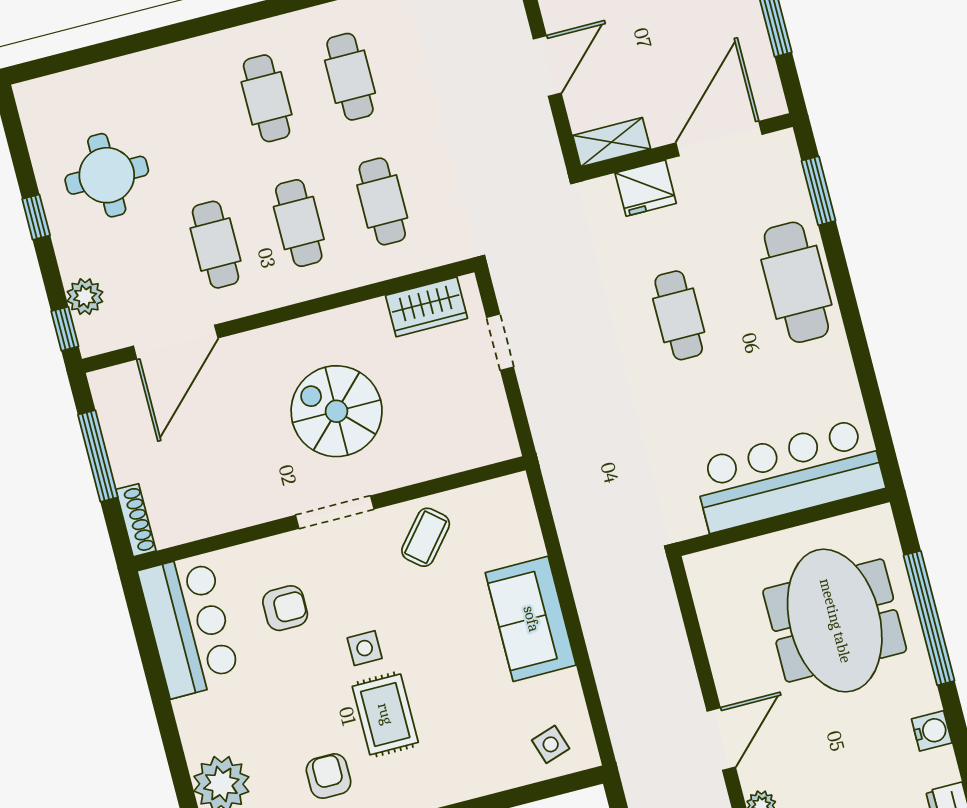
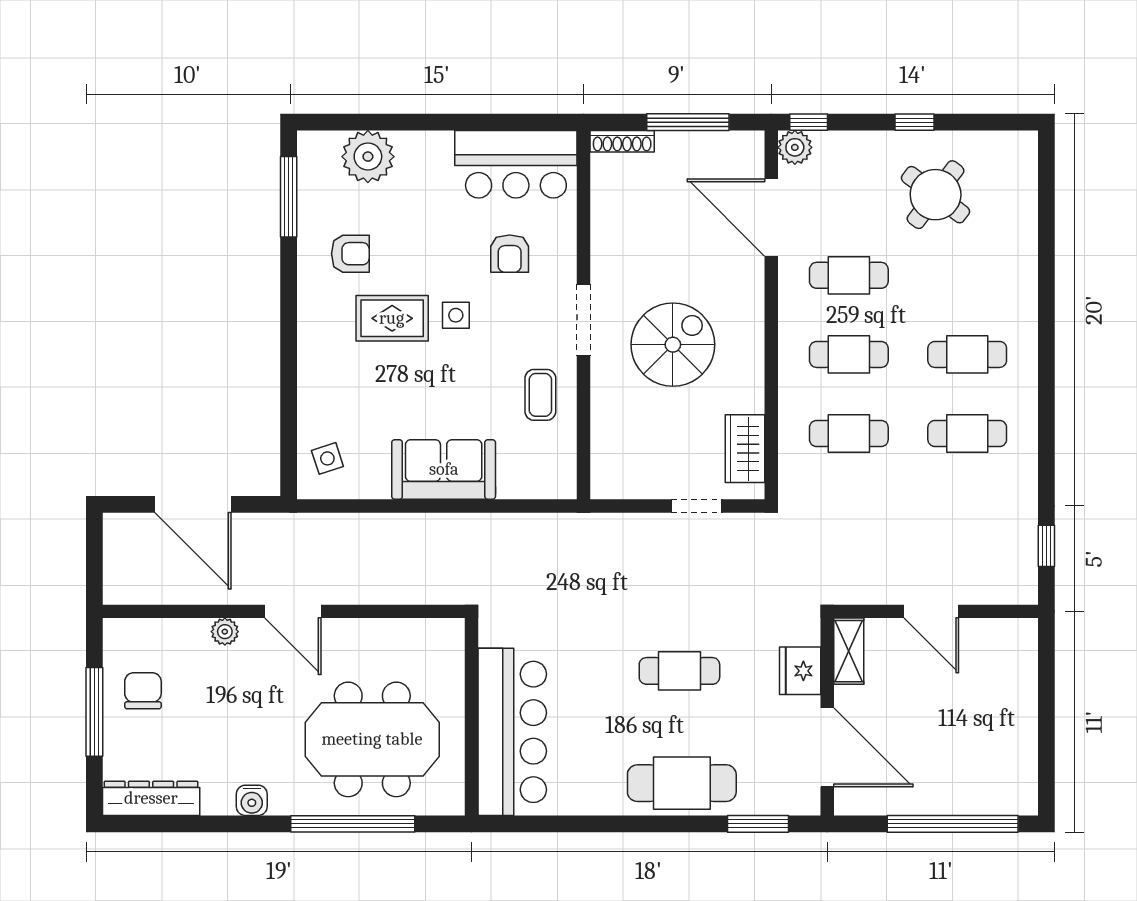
round table: (107, 175) -> (936, 195), turned 37
plant: (85, 297) -> (795, 147), moved
coffee table: (426, 537) -> (540, 395), turned 50

